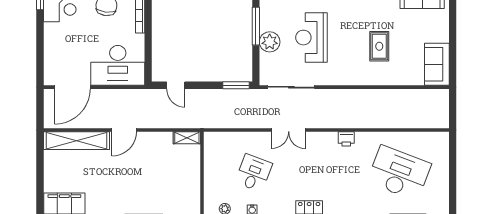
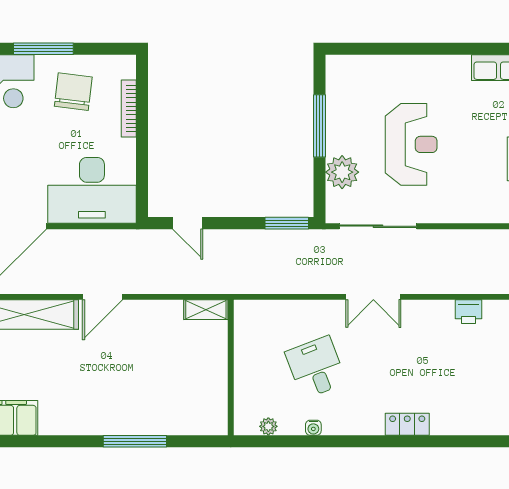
reception desk: (312, 38) -> (411, 144), turned 180
plant: (270, 42) -> (342, 172), moved
desk: (254, 173) -> (316, 368), turned -42

